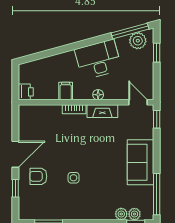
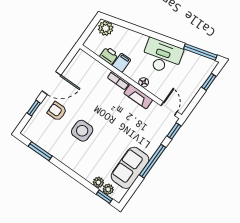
plant: (138, 41) -> (106, 28), moved
printer: (26, 92) -> (109, 56), moved, turned -90
sofa: (141, 162) -> (130, 168), moved
side table: (74, 178) -> (82, 131), width x1.87, depth x1.87
window: (157, 194) -> (153, 161), moved

